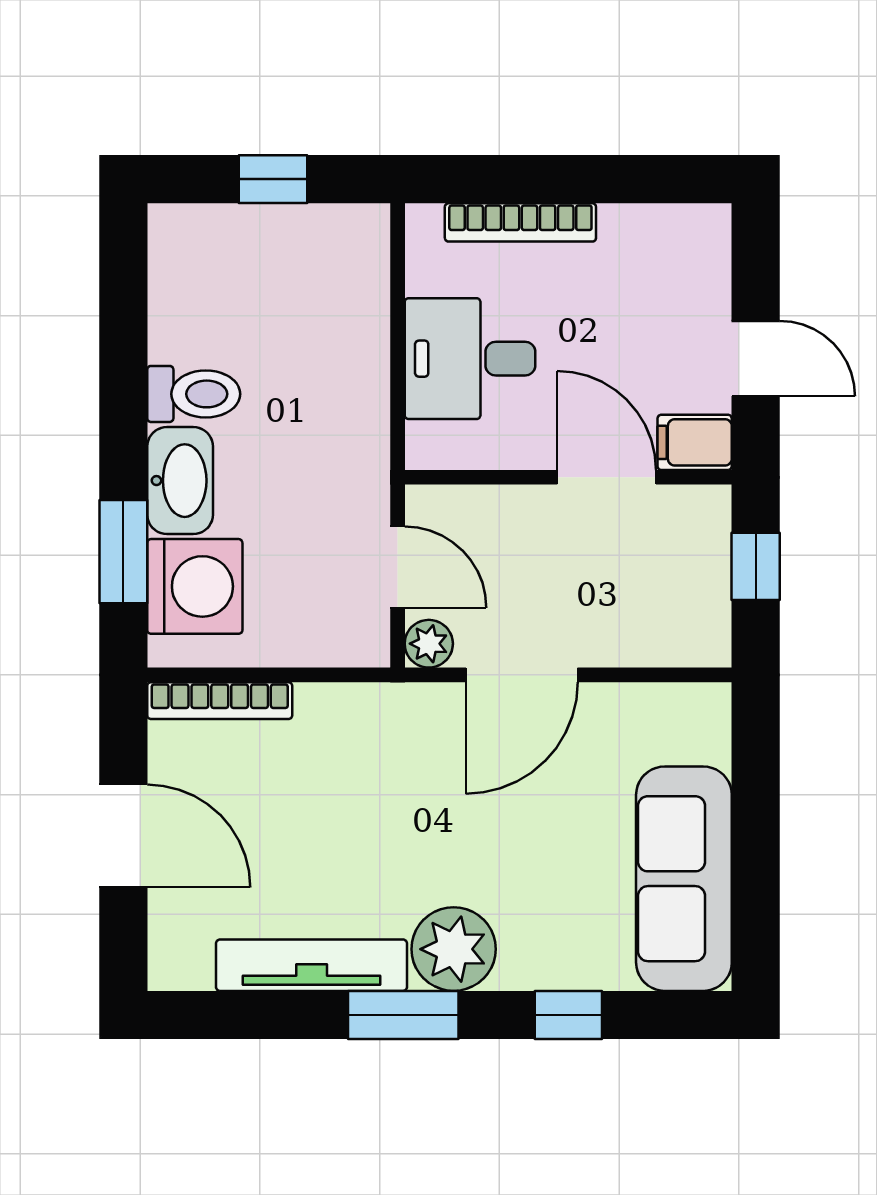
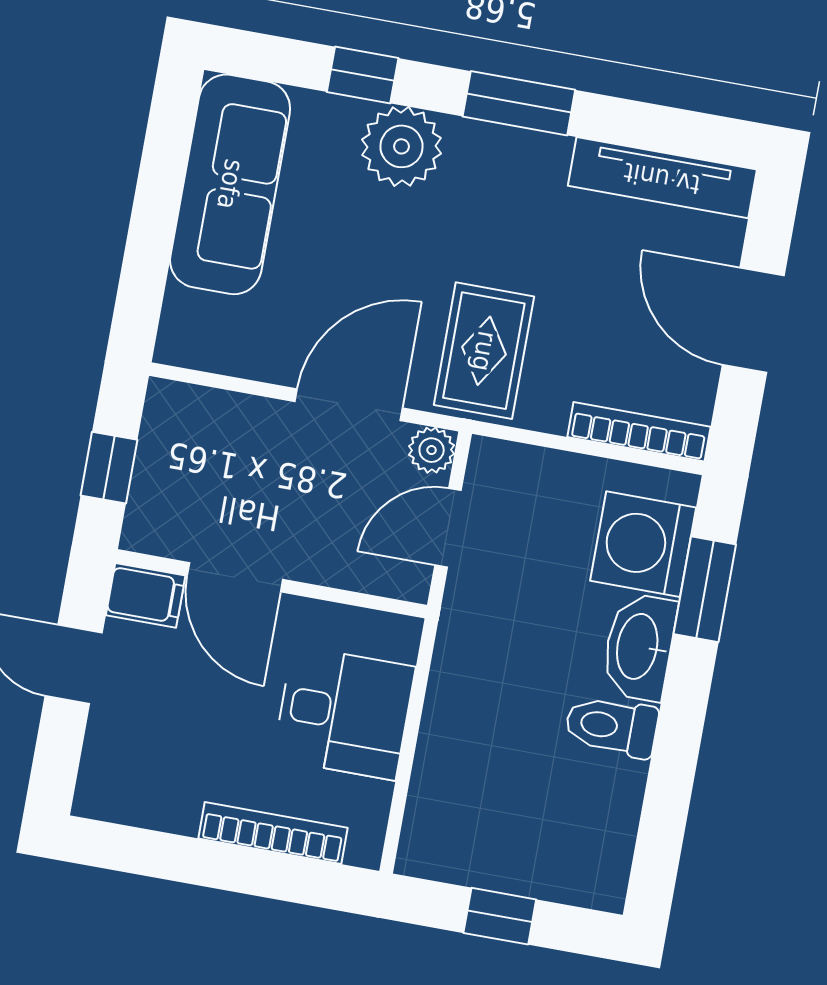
door: (398, 567) -> (448, 528), hinge flipped
rug: (393, 755) -> (484, 351), added
plant: (454, 949) -> (402, 146), moved
tv unit: (312, 965) -> (662, 178), moved

